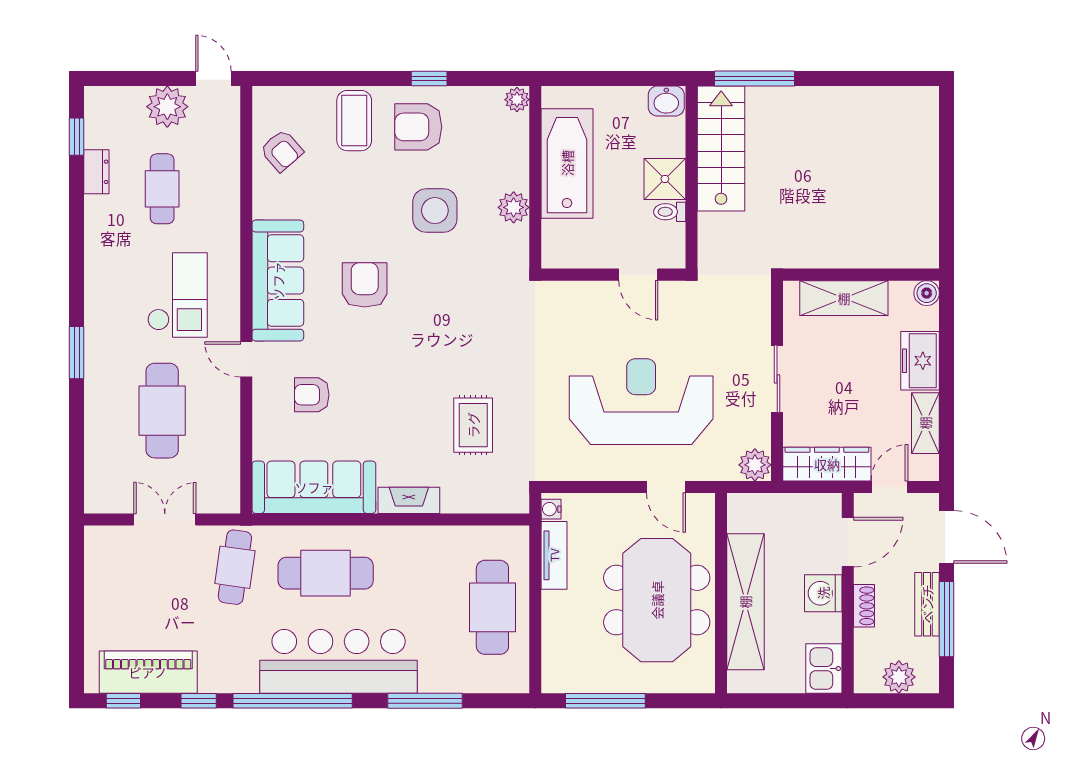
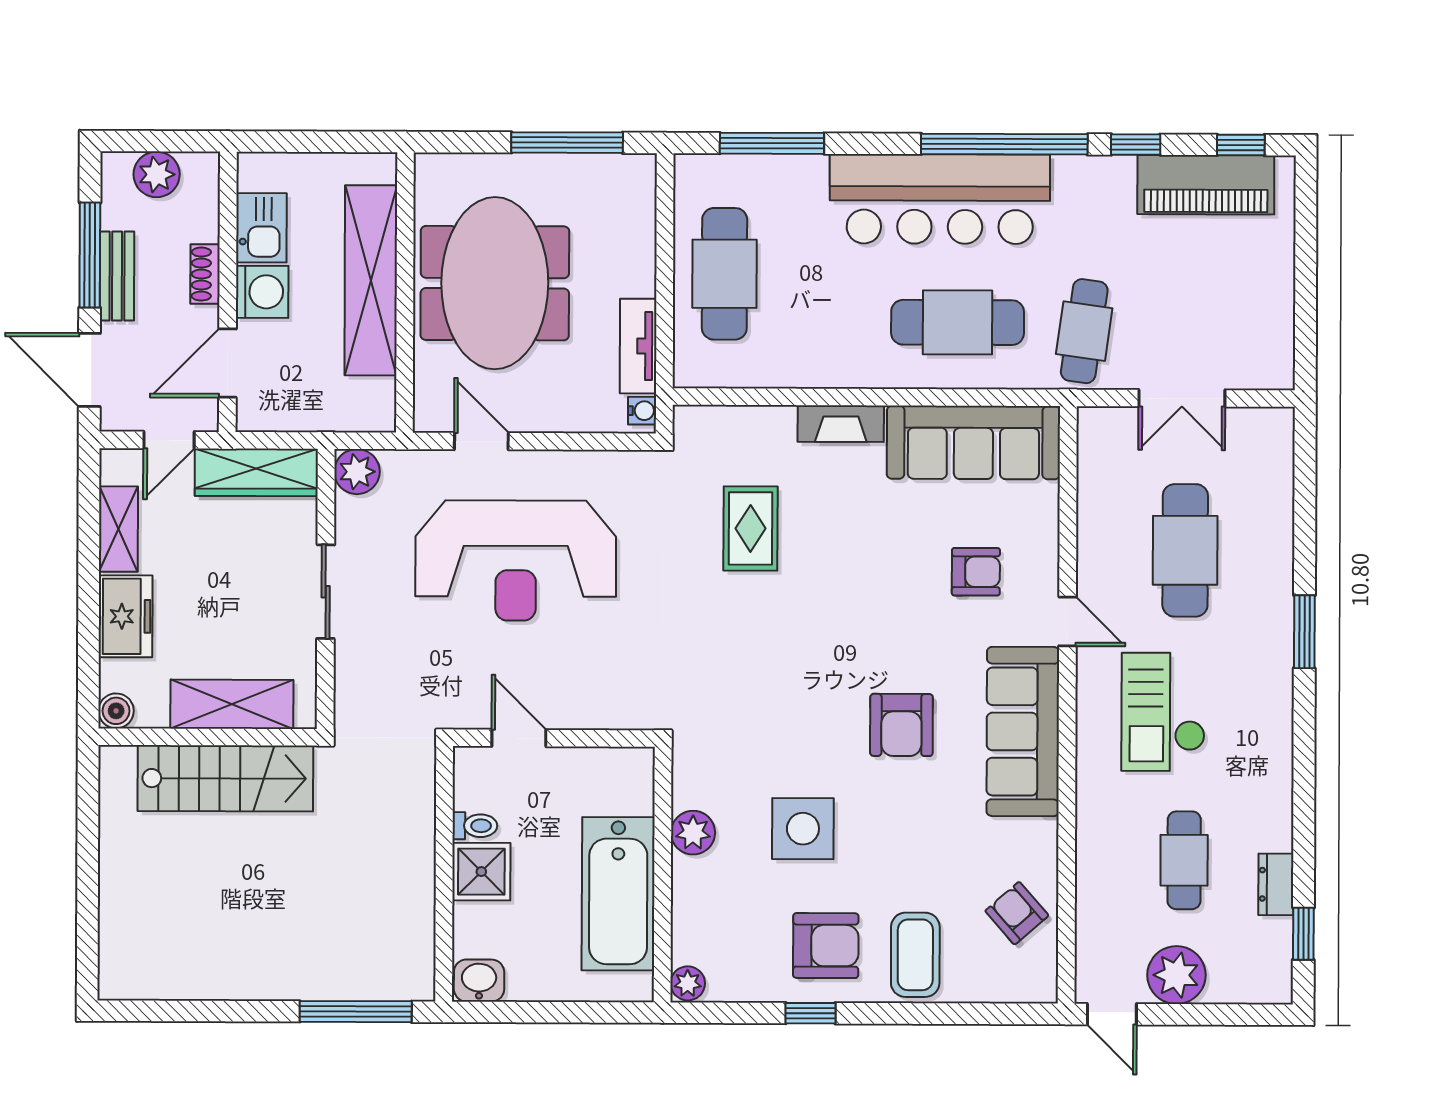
stairs: (721, 149) -> (225, 778), moved, turned -90
kitchen sink: (824, 669) -> (261, 228), moved
window: (425, 701) -> (772, 143), moved

